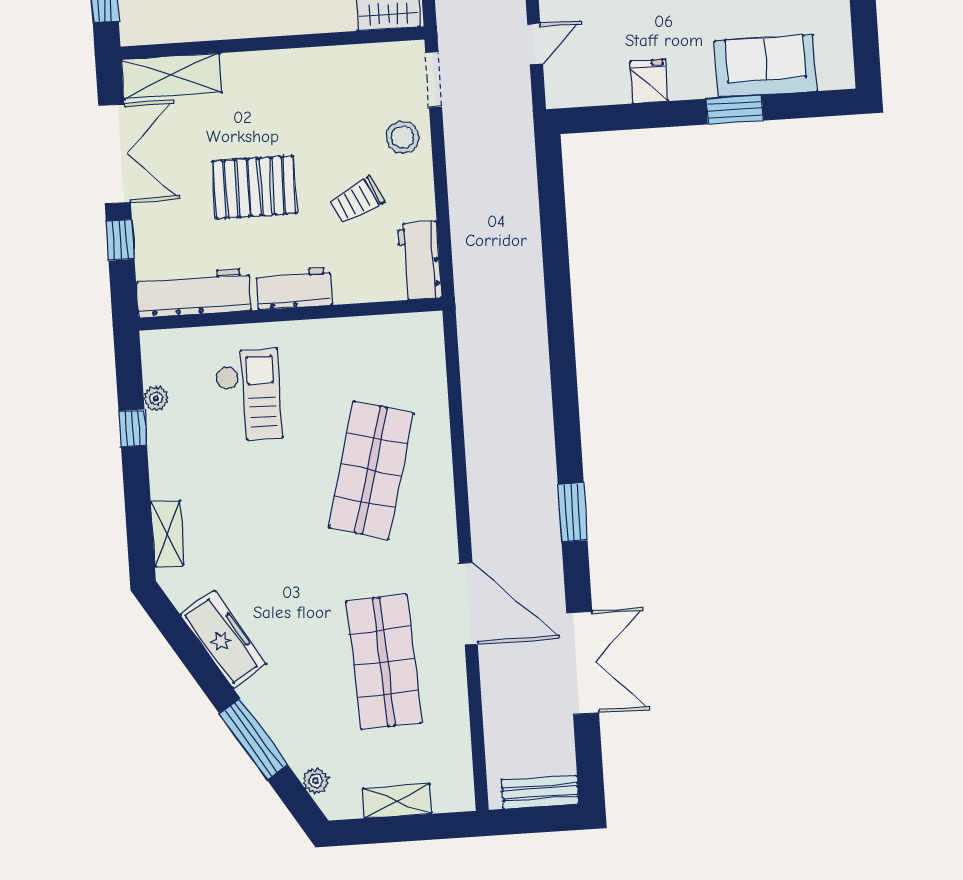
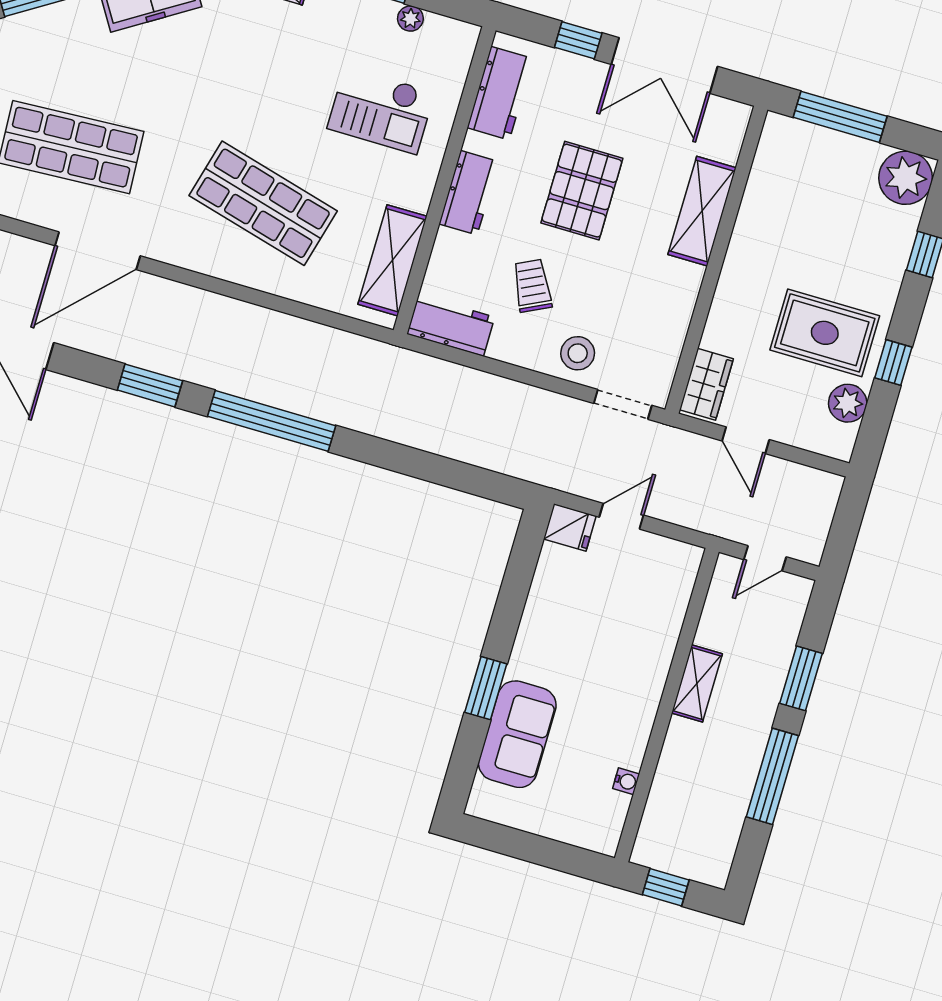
door: (535, 44) -> (621, 516), swing flipped
shelving: (172, 76) -> (702, 211), moved
fridge: (649, 81) -> (570, 527), moved
workbench: (194, 293) -> (500, 93), width x0.73
shelving: (380, 335) -> (393, 260), added
window: (565, 391) -> (272, 421), added

